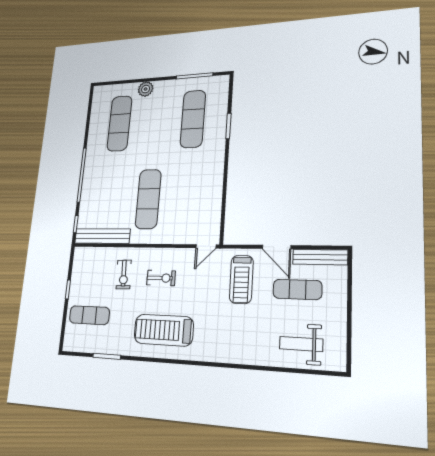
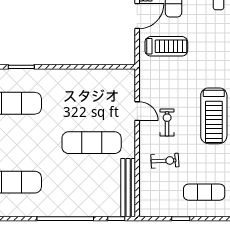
door: (206, 246) -> (137, 111), moved
exercise mat: (89, 315) -> (204, 192), turned 90

